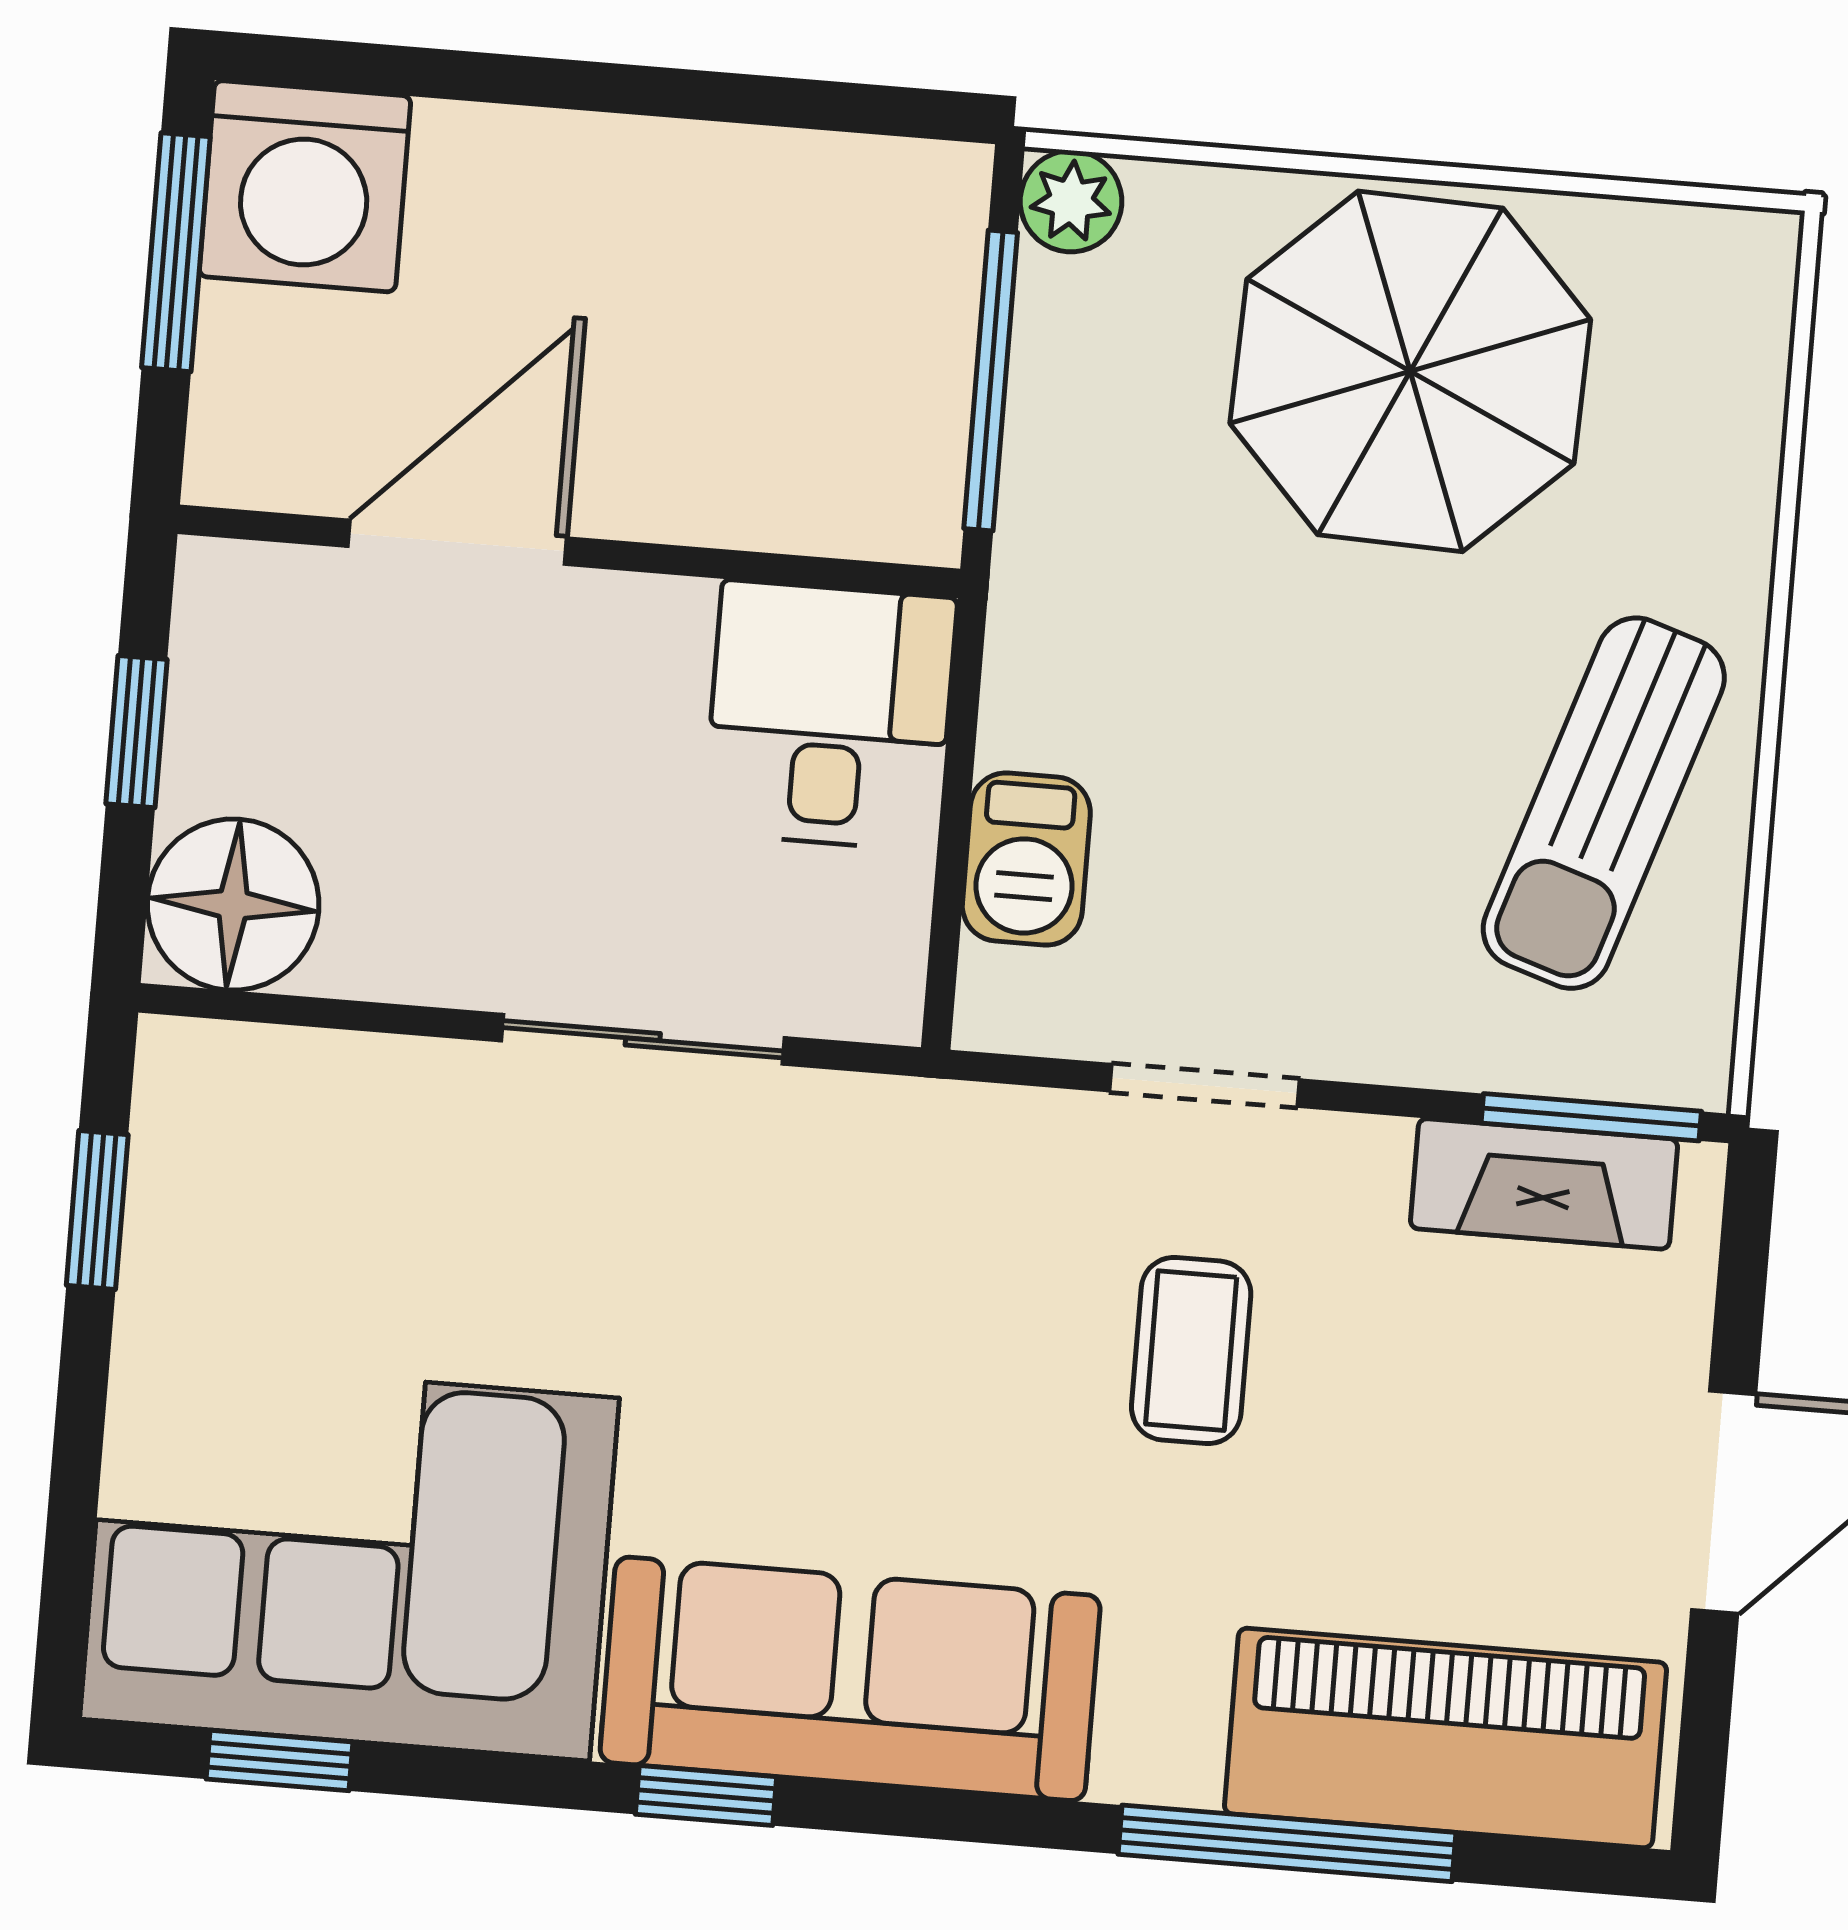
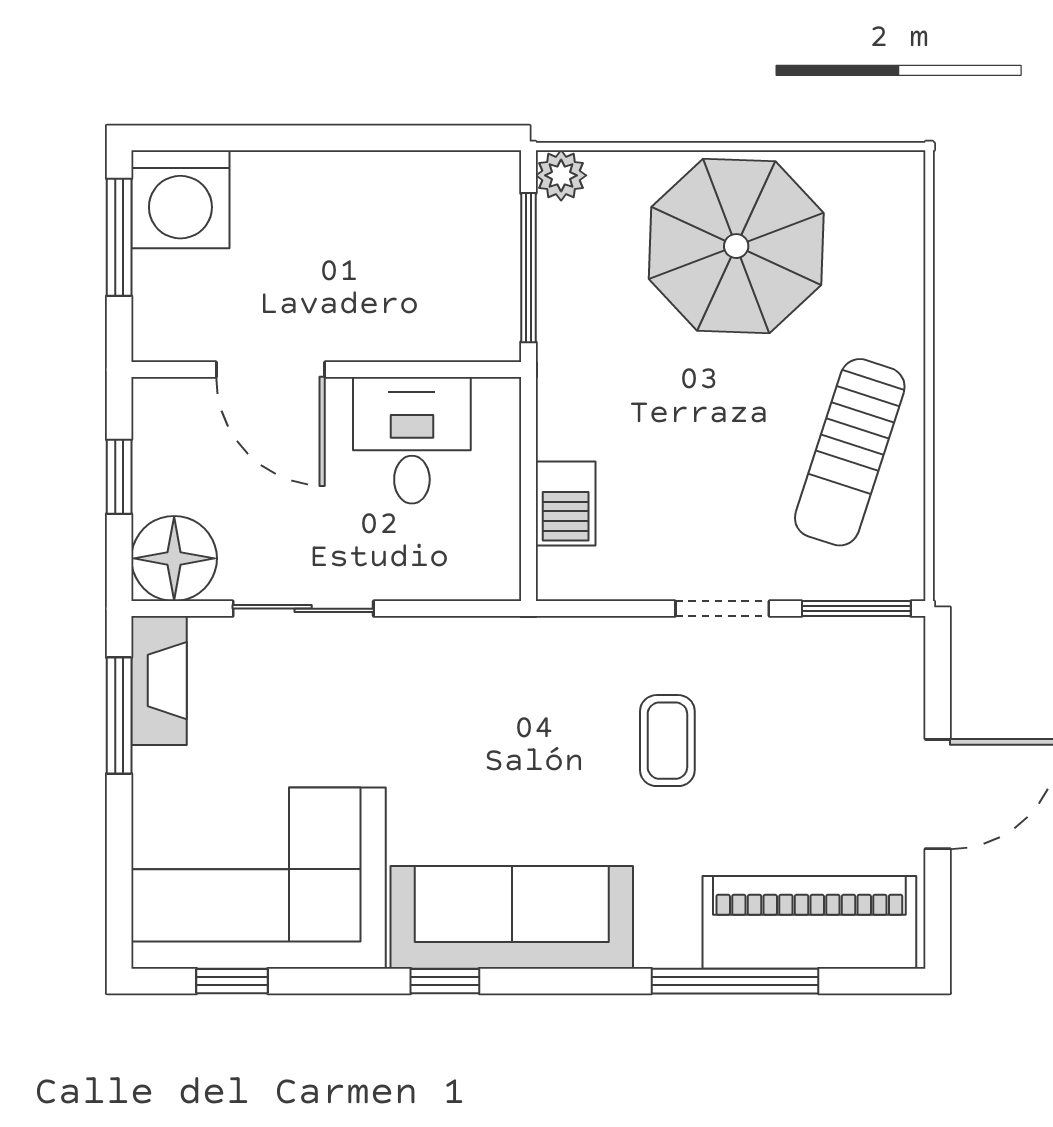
door: (457, 542) -> (270, 370), swing flipped
desk: (830, 715) -> (412, 440), moved
sliding door: (643, 1039) -> (303, 609), moved
doorway: (1205, 1085) -> (722, 609), moved
fireplace: (1544, 1184) -> (159, 681), moved, turned -90
window: (97, 1210) -> (119, 716), width x1.50

